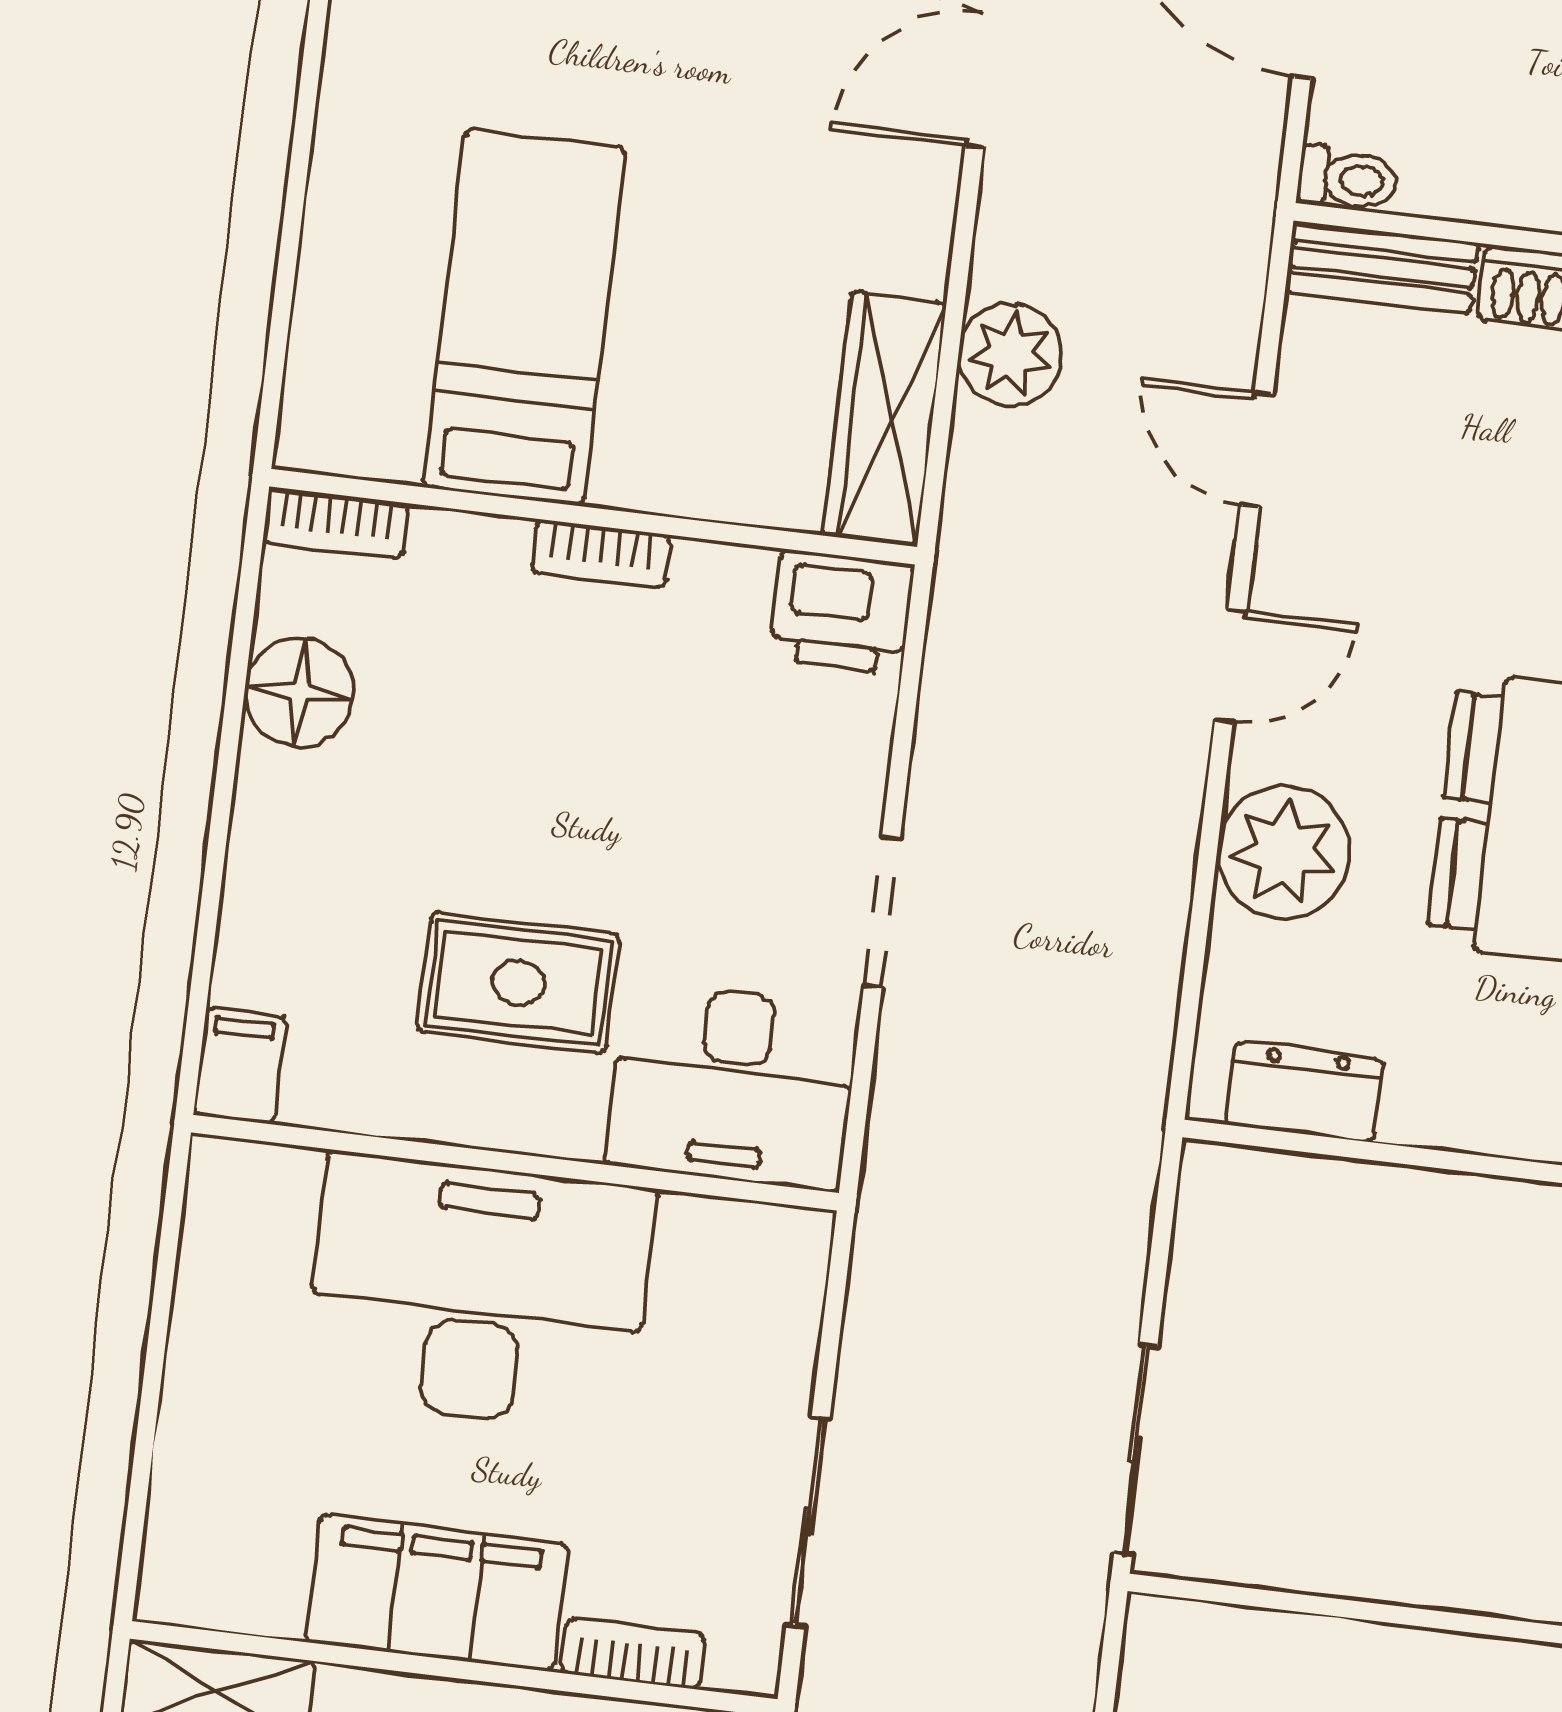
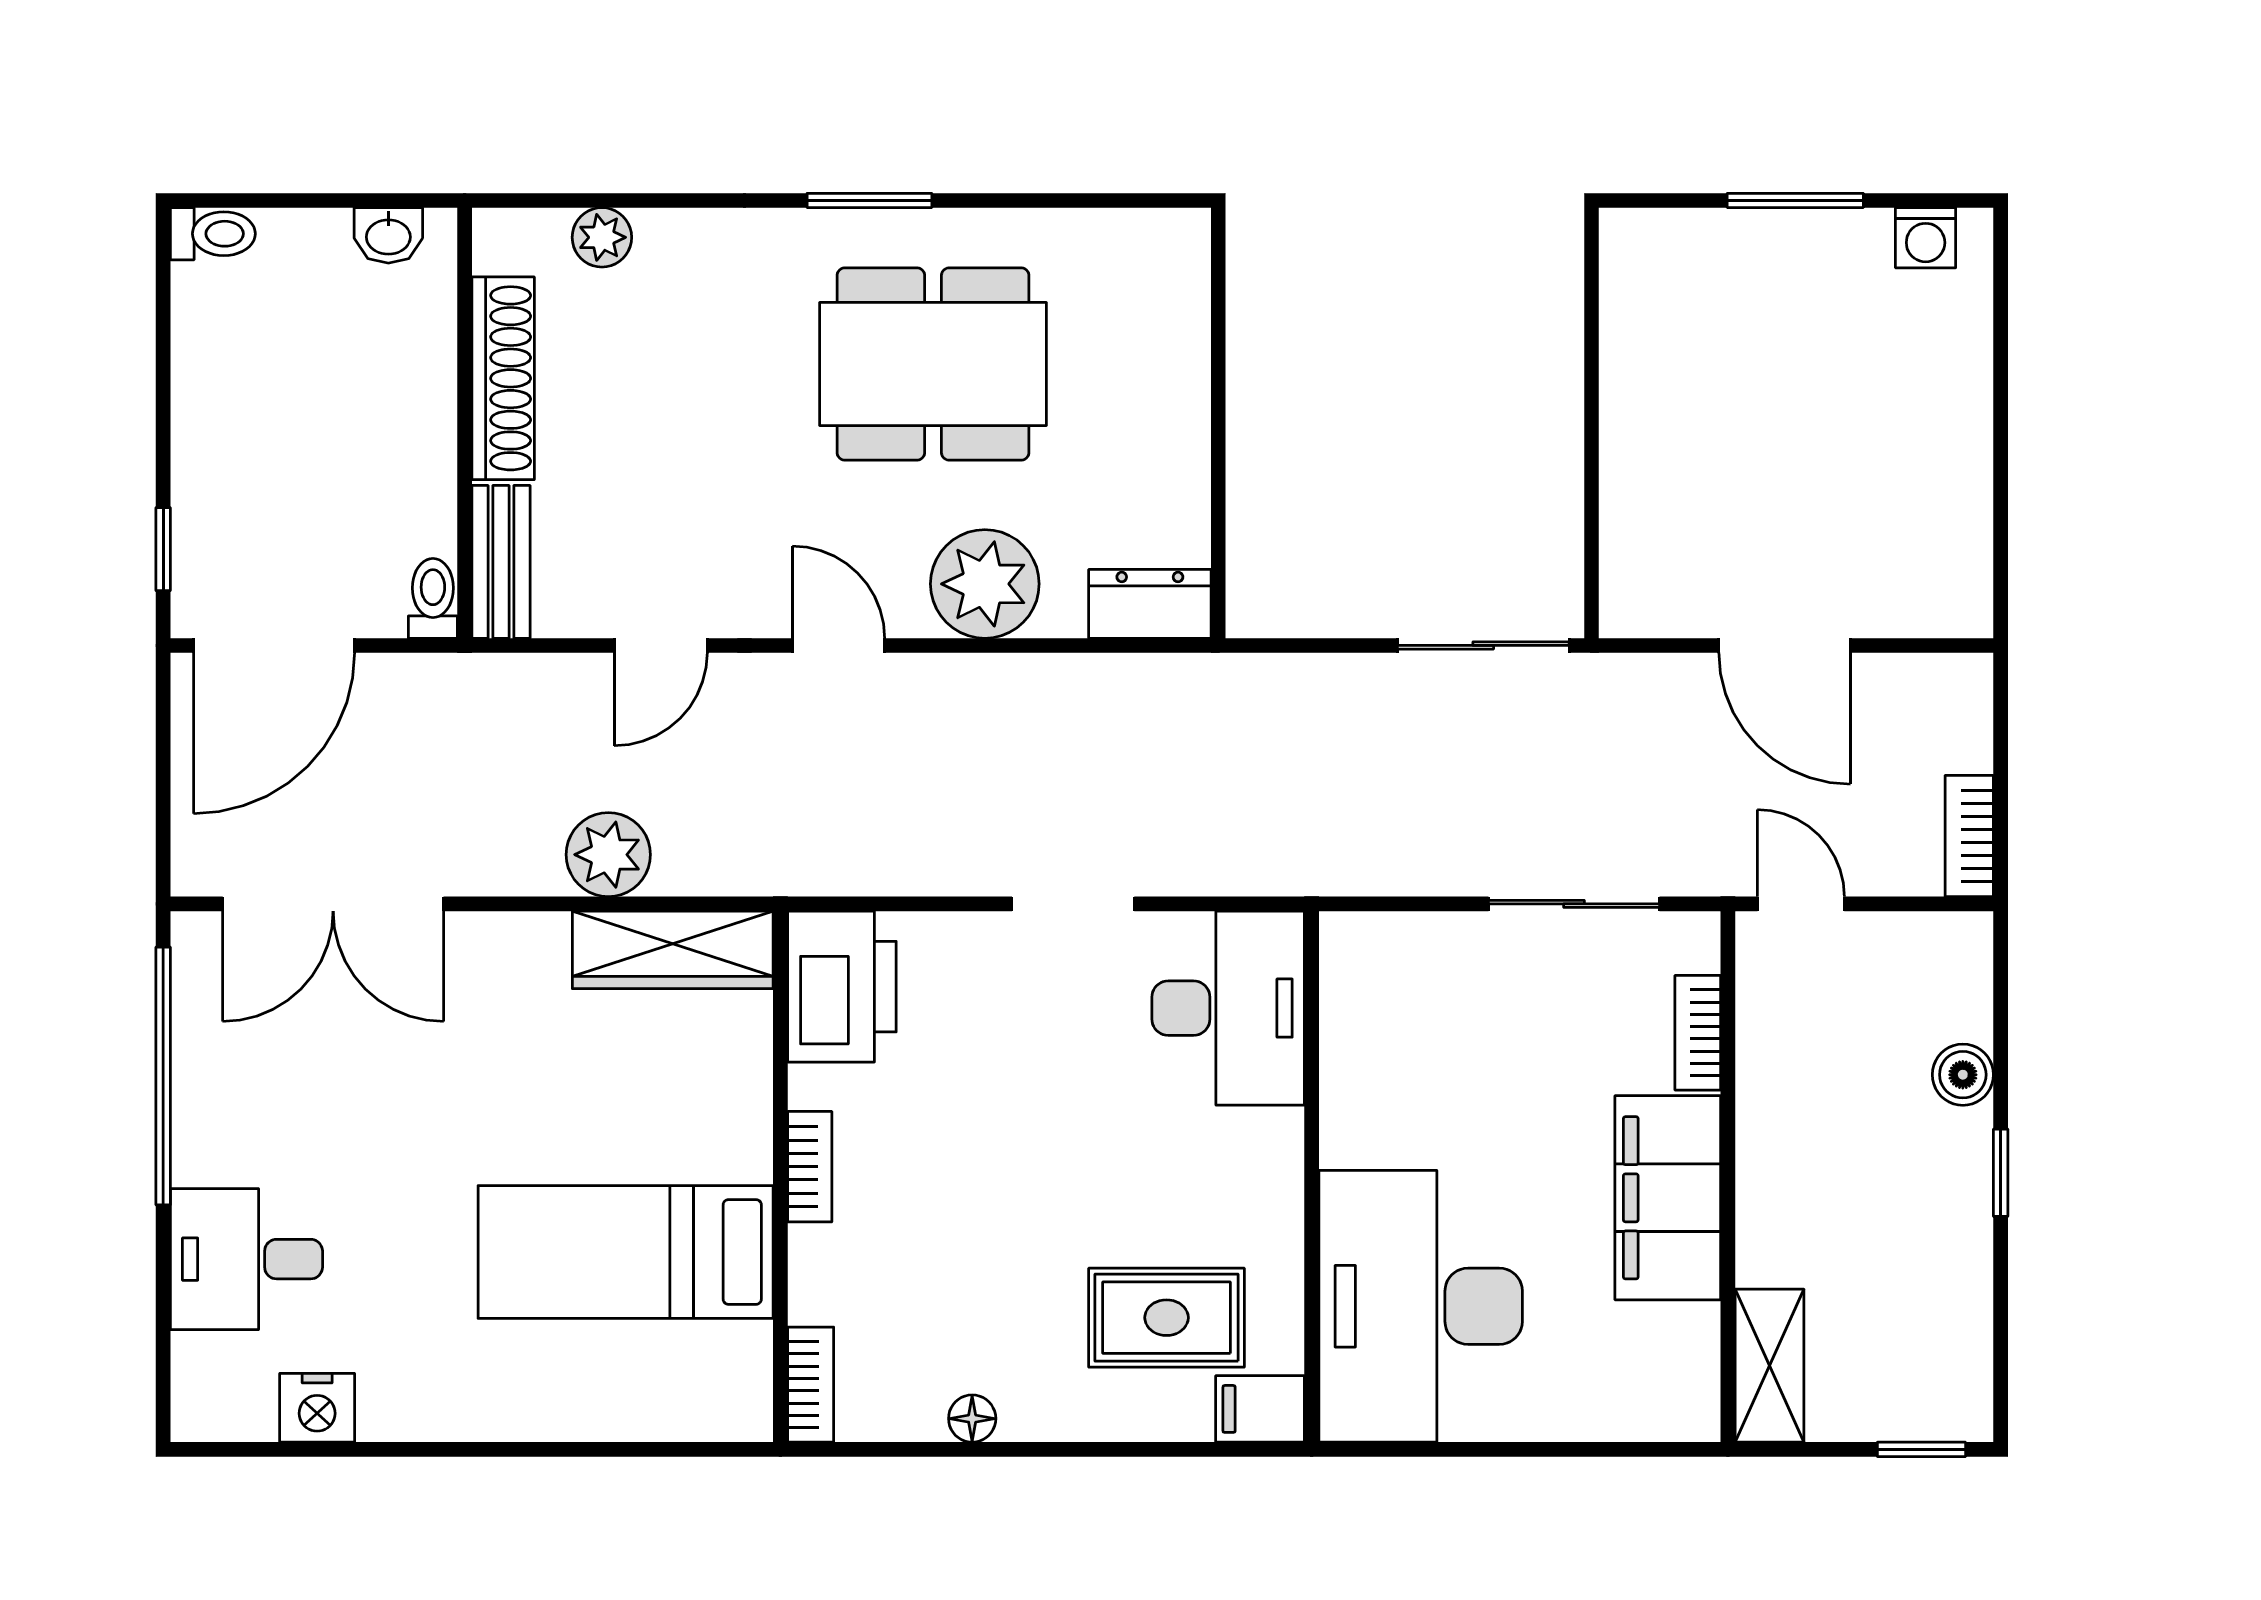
printer: (841, 612) -> (842, 987), width x1.37, depth x1.19
floor lamp: (299, 692) -> (972, 1419), width x0.53, depth x0.53
rug: (518, 983) -> (1167, 1318), moved, turned 90
dresser: (1305, 1092) -> (1150, 604), moved, turned 90
desk: (479, 1293) -> (1421, 1306), moved

